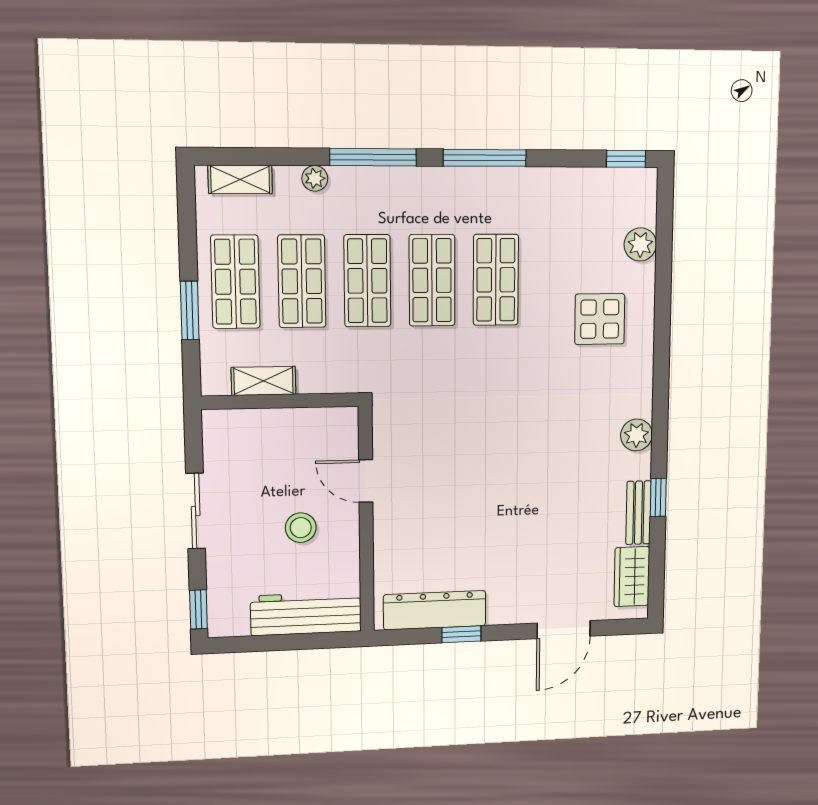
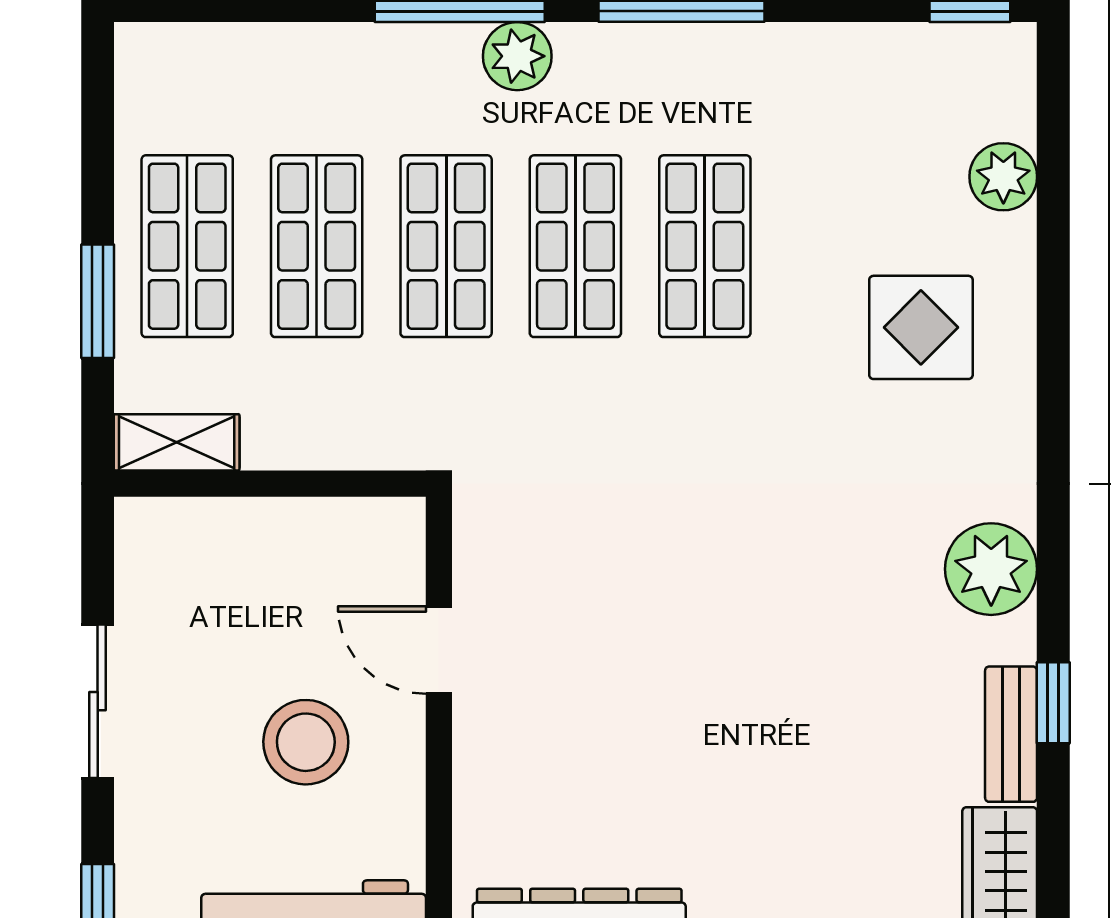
plant: (315, 178) -> (517, 56), moved, width x1.38, depth x1.38
shelving: (240, 179) -> (201, 49), removed
shelving: (264, 381) -> (177, 442), moved
plant: (636, 435) -> (991, 569), width x1.36, depth x1.36
stool: (301, 528) -> (306, 742), width x1.38, depth x1.38

